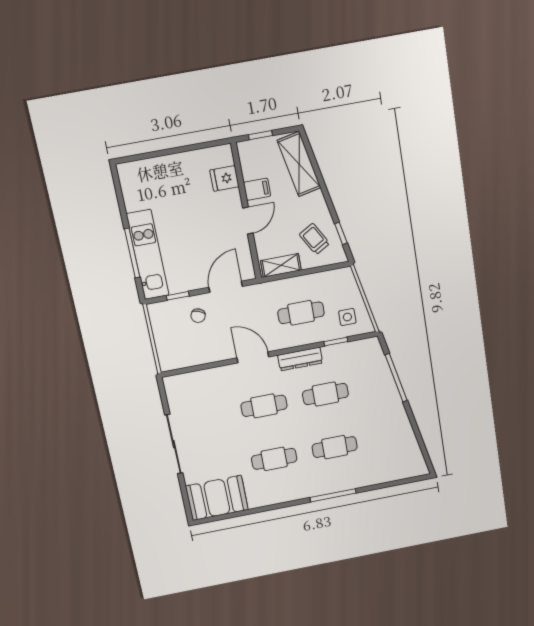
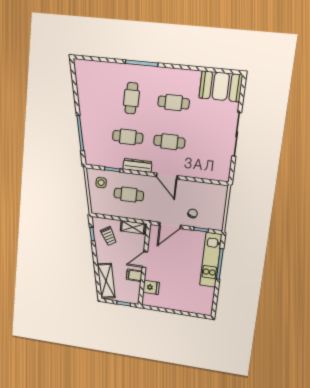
cafe table: (335, 447) -> (131, 98), turned 90

